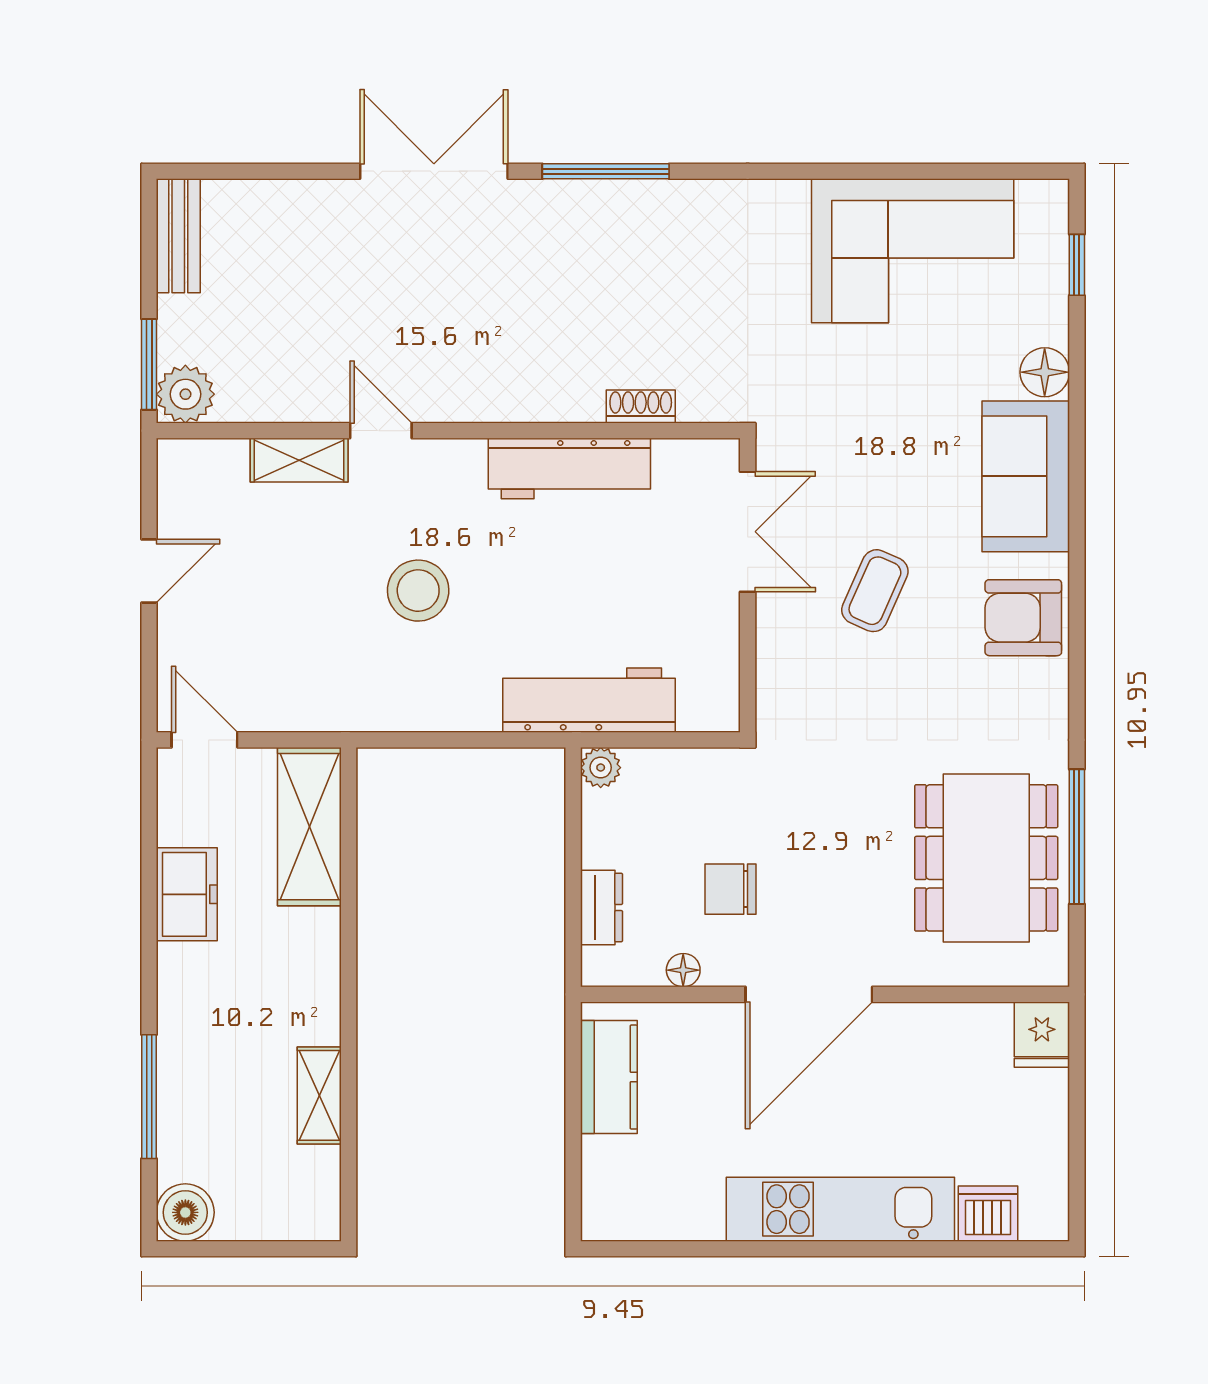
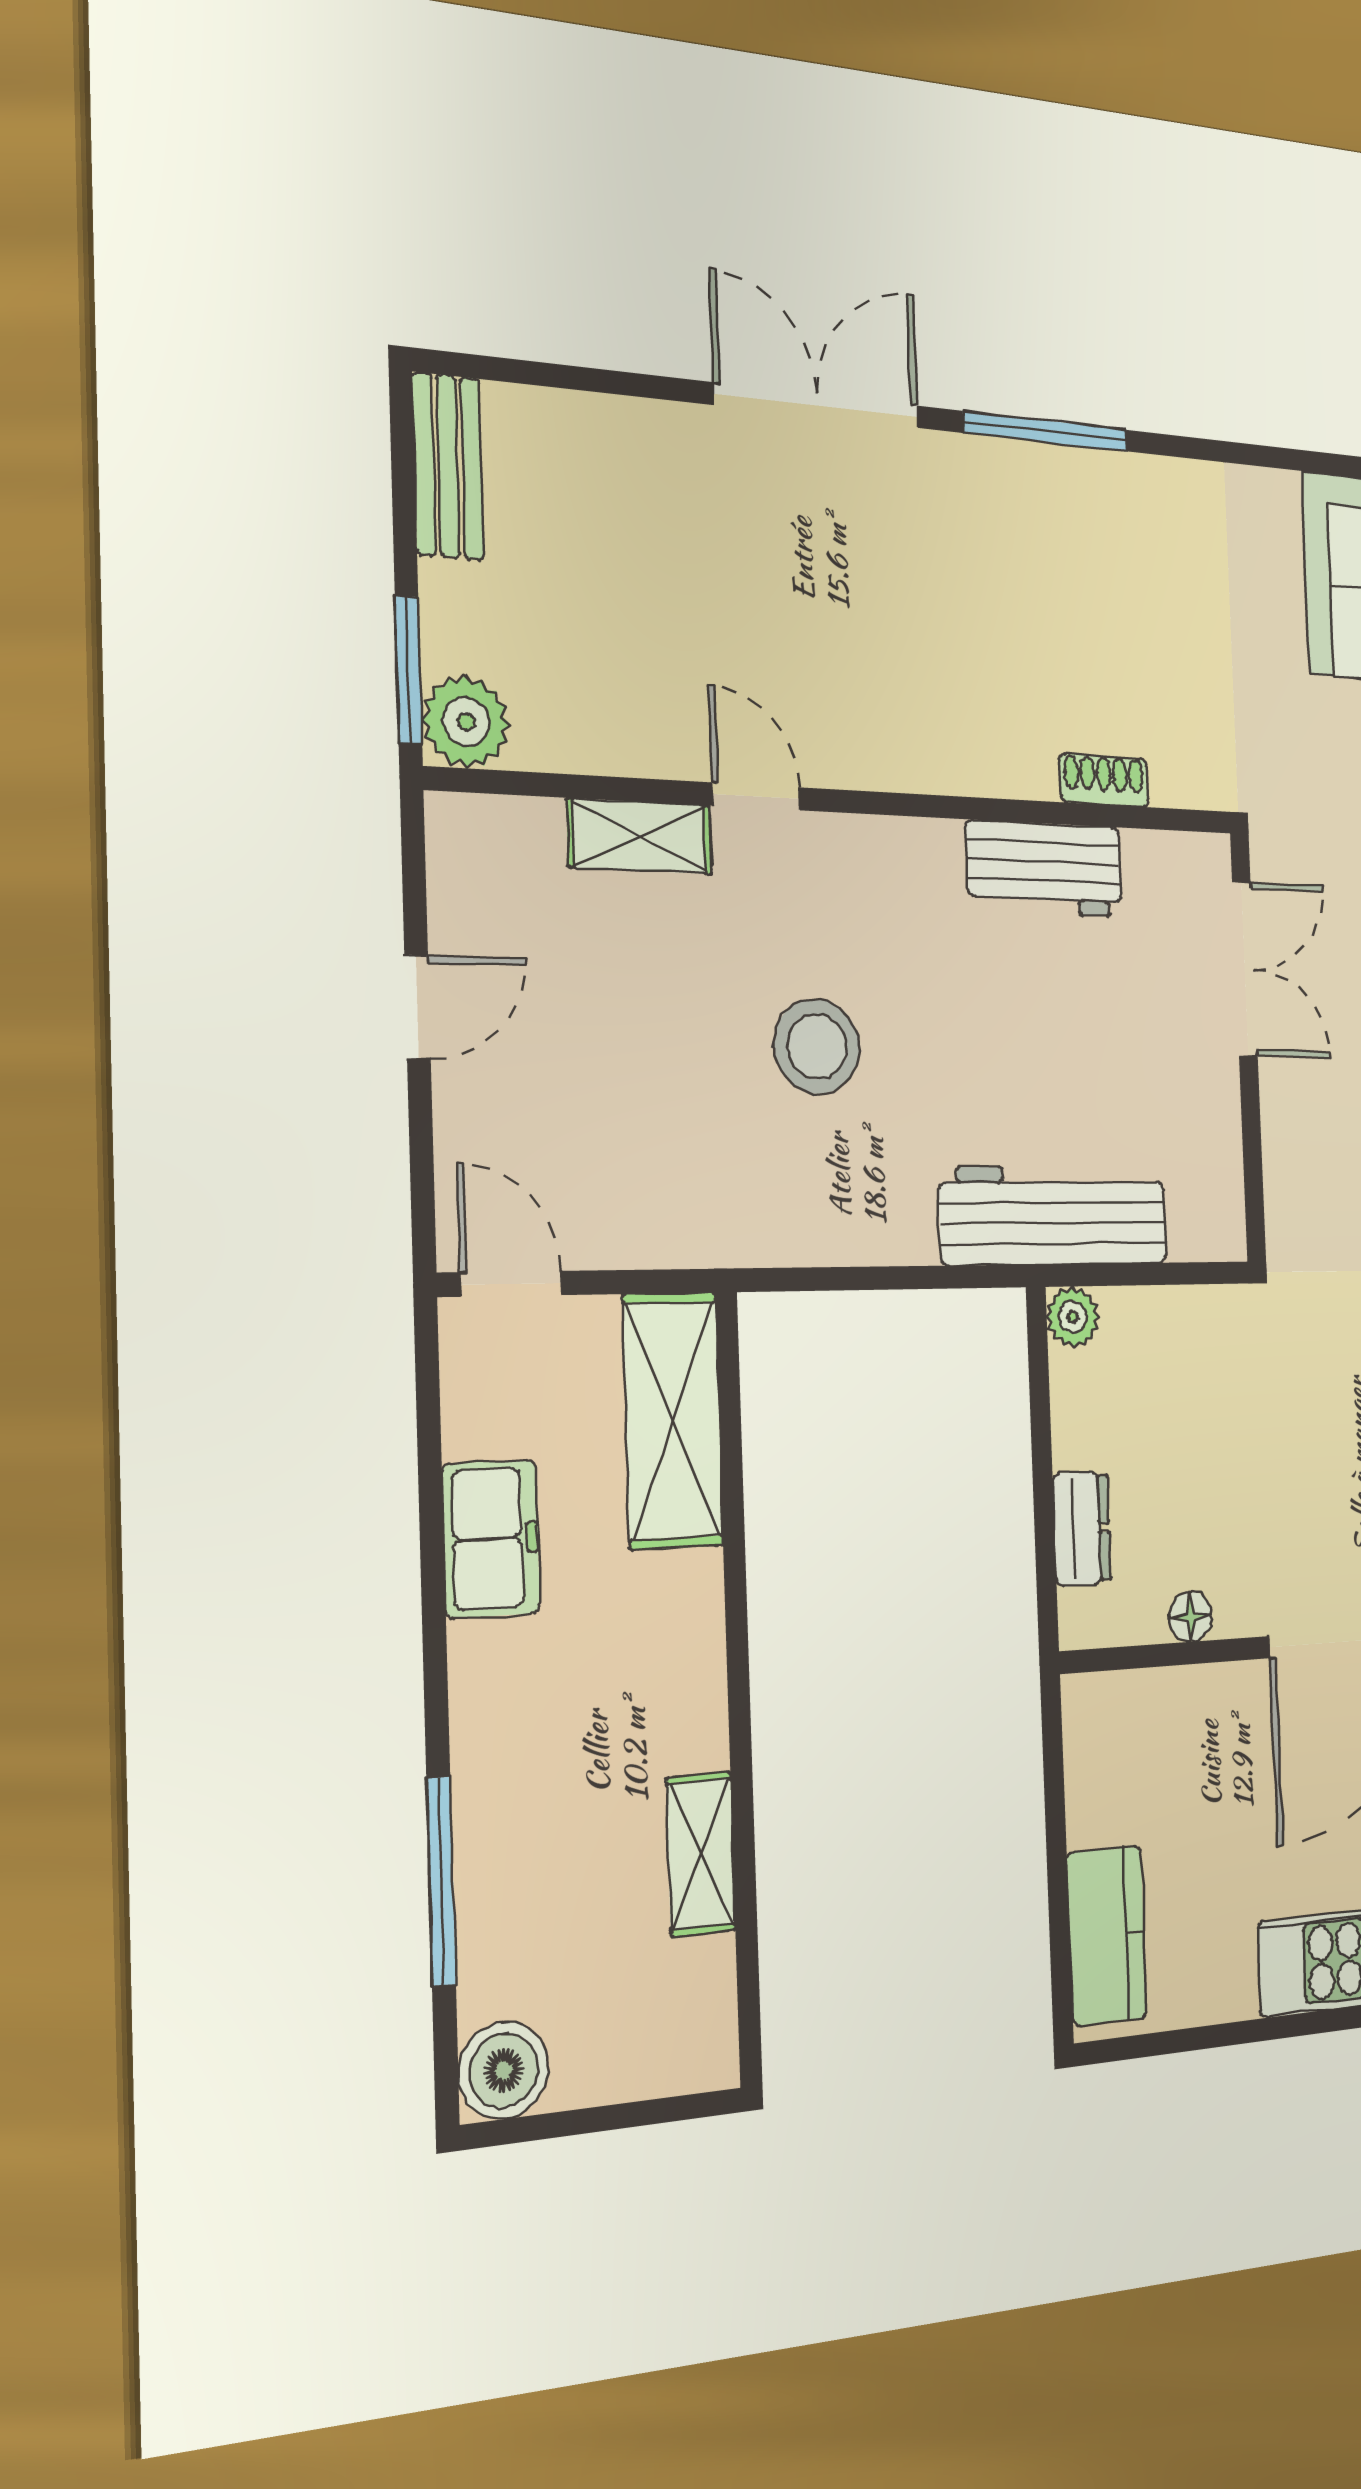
workbench: (569, 469) -> (1044, 869), width x0.73
chair: (730, 889) -> (1245, 1493), removed
kitchen counter: (609, 1077) -> (1107, 1935), moved

